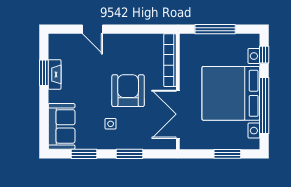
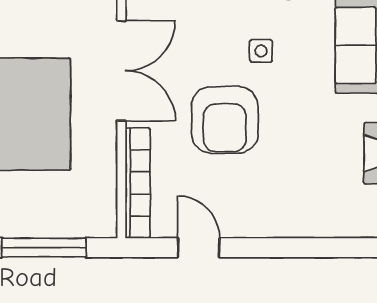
door: (92, 29) -> (199, 248), moved

